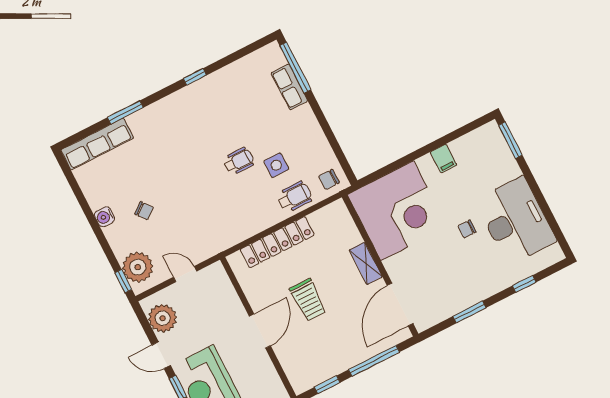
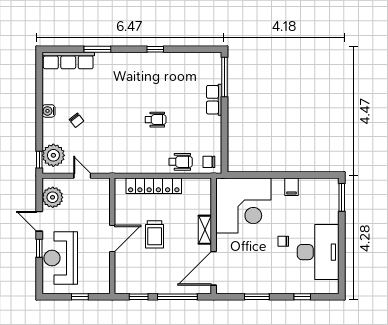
row of seats: (289, 87) -> (214, 100), moved
side table: (276, 165) -> (179, 135), removed

